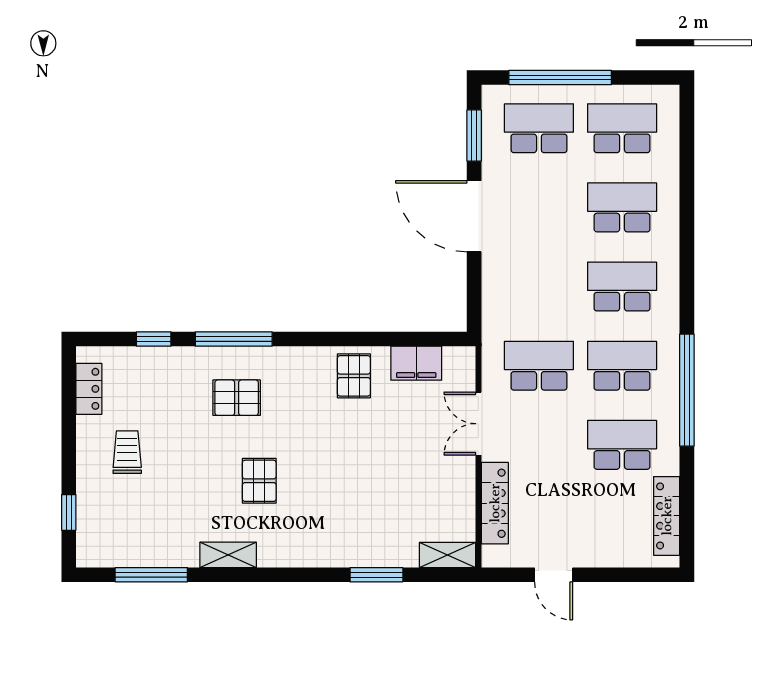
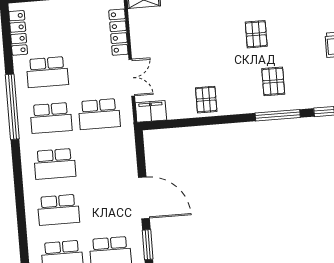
filing cabinet: (416, 363) -> (151, 111), moved
pallet: (237, 398) -> (273, 81), turned 90

